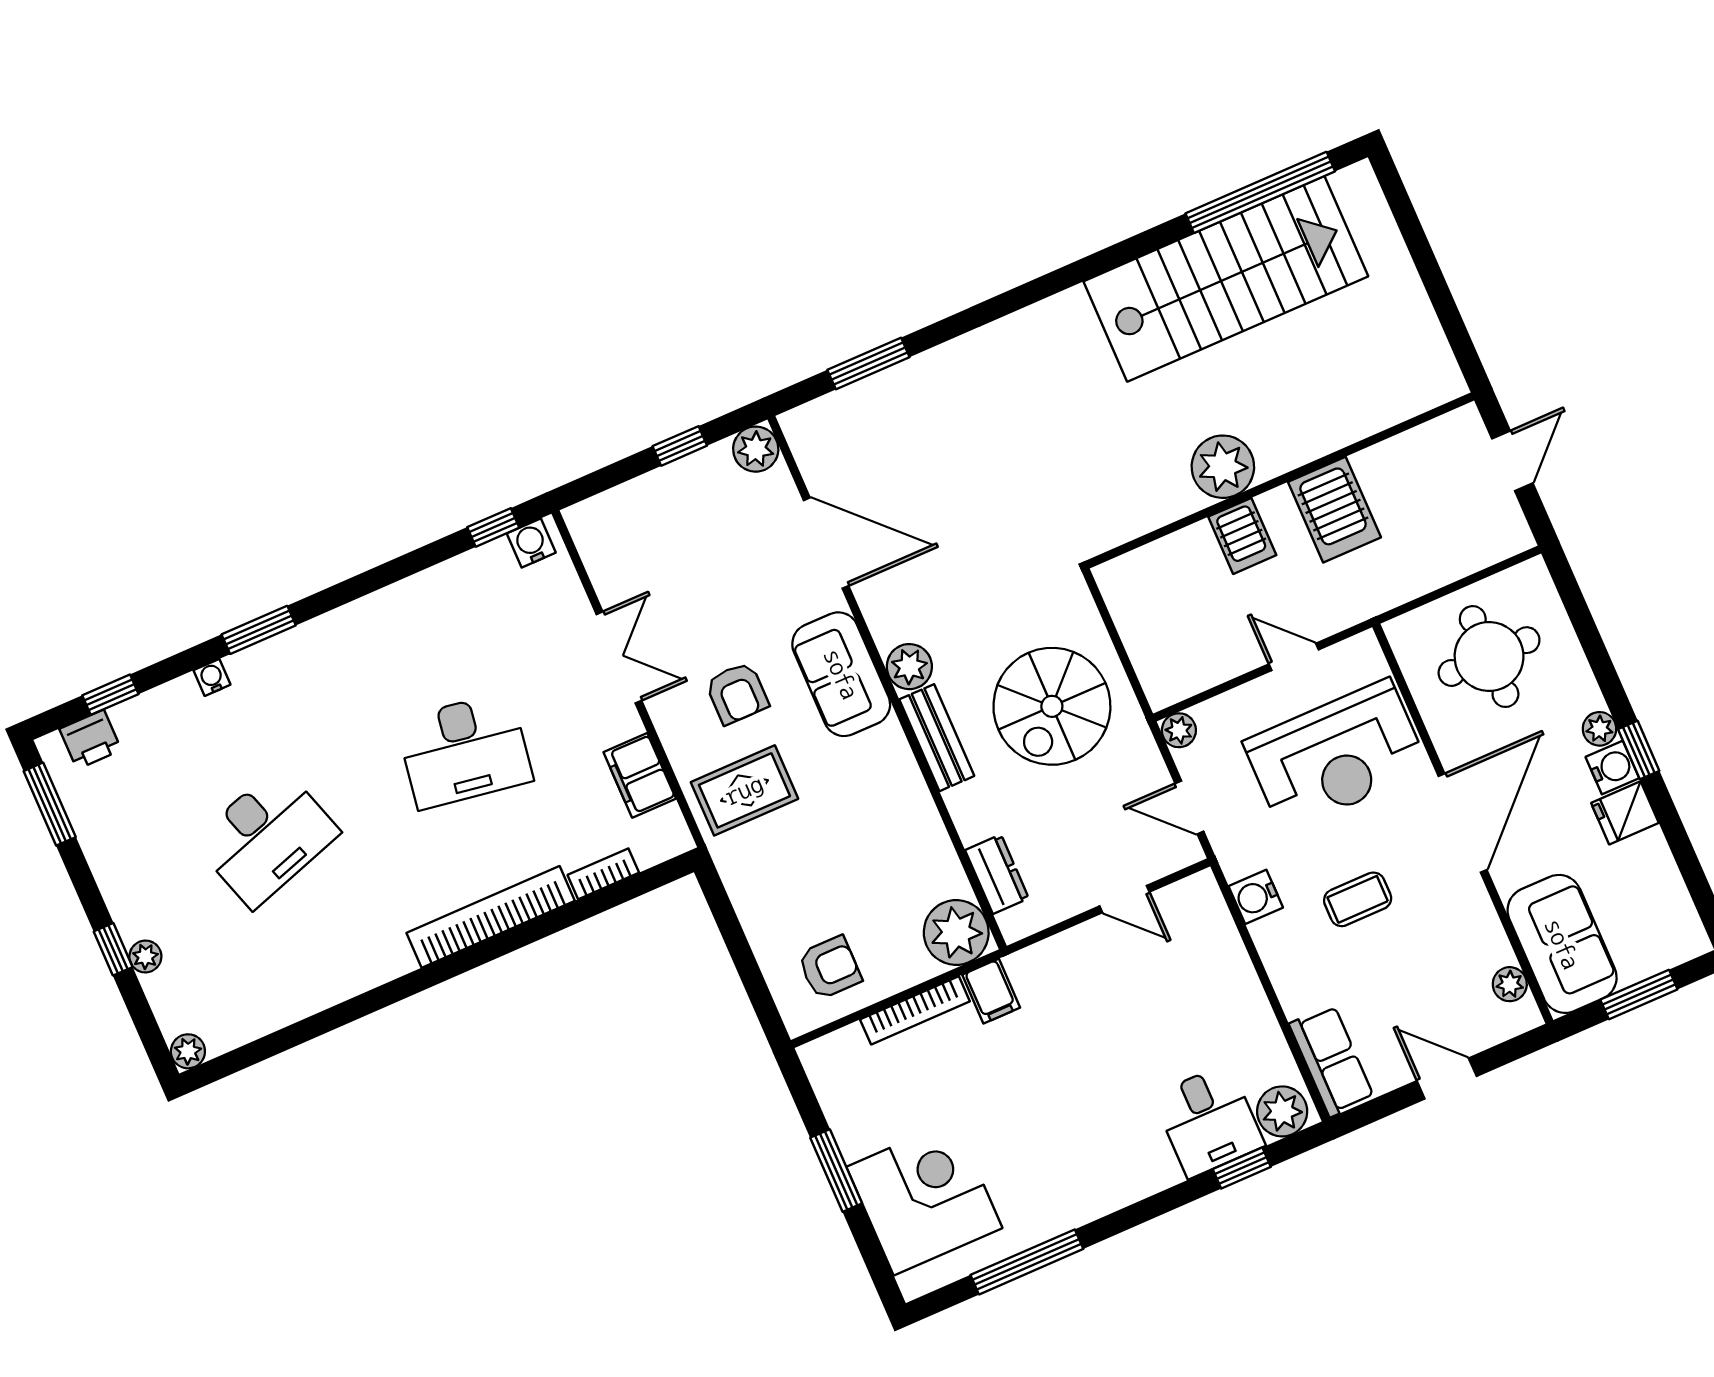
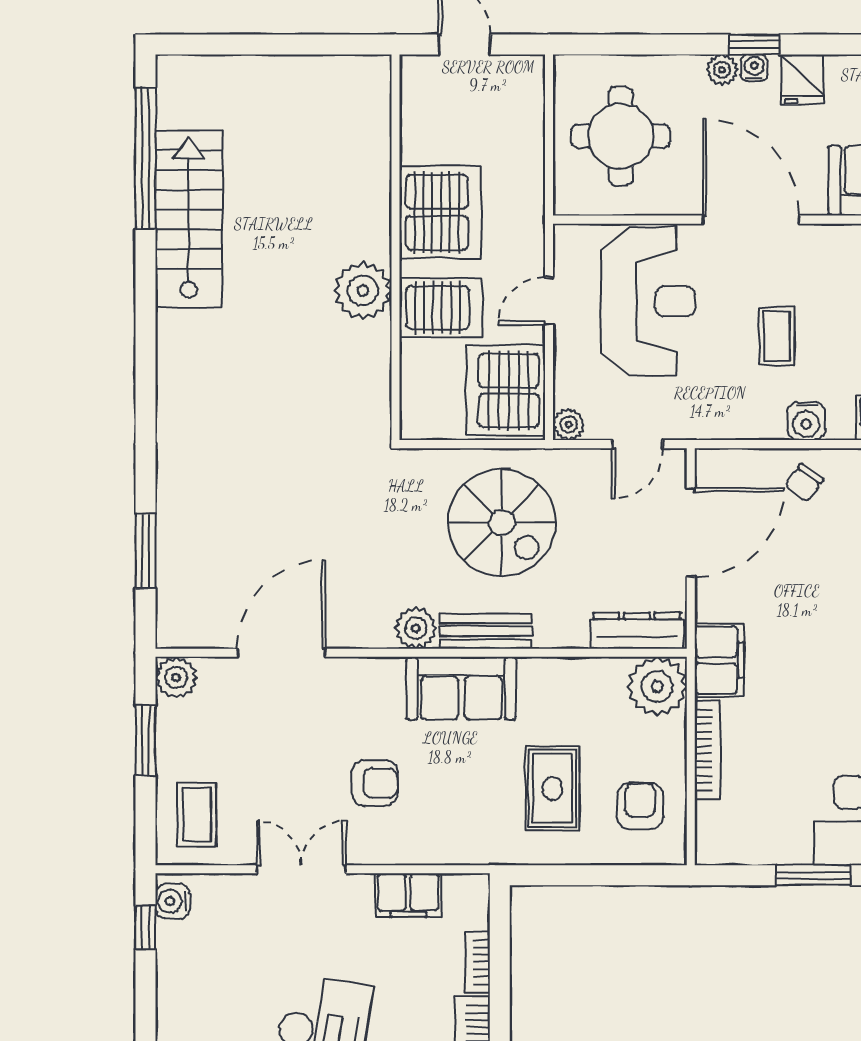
stairs: (1226, 279) -> (189, 219), width x0.73, depth x0.66
window: (680, 446) -> (146, 740), width x1.50
server rack: (1334, 510) -> (440, 212), width x1.60
coffee table: (628, 530) -> (197, 815), added
server rack: (1242, 536) -> (441, 308), width x1.36, depth x1.44
server rack: (1185, 653) -> (506, 391), added
sofa: (841, 674) -> (461, 688), moved
water cooler: (1612, 768) -> (754, 68), width x0.72, depth x0.72
rug: (744, 790) -> (552, 788), moved
dresser: (997, 874) -> (637, 631), width x1.44
water cooler: (1256, 897) -> (806, 421), moved
door: (1124, 899) -> (691, 532), width x1.88
chair: (1223, 990) -> (804, 483), added
filing cabinet: (991, 991) -> (719, 660), width x2.00

